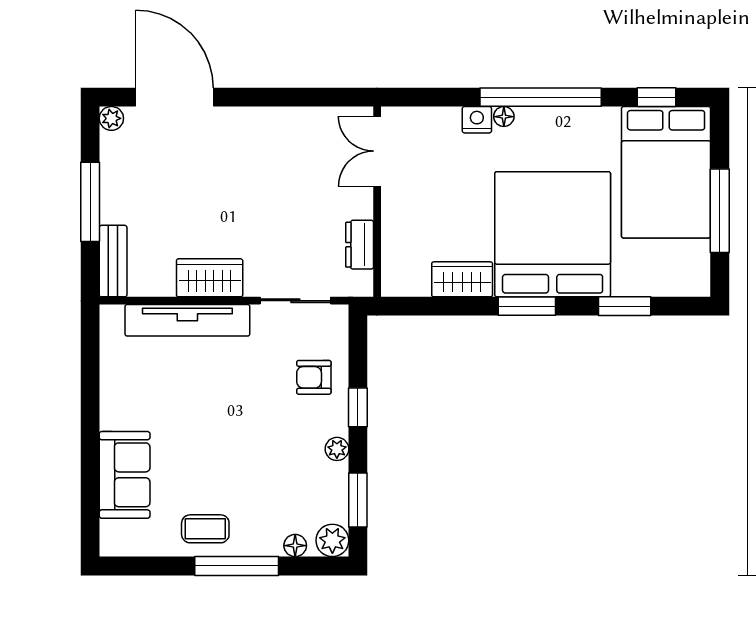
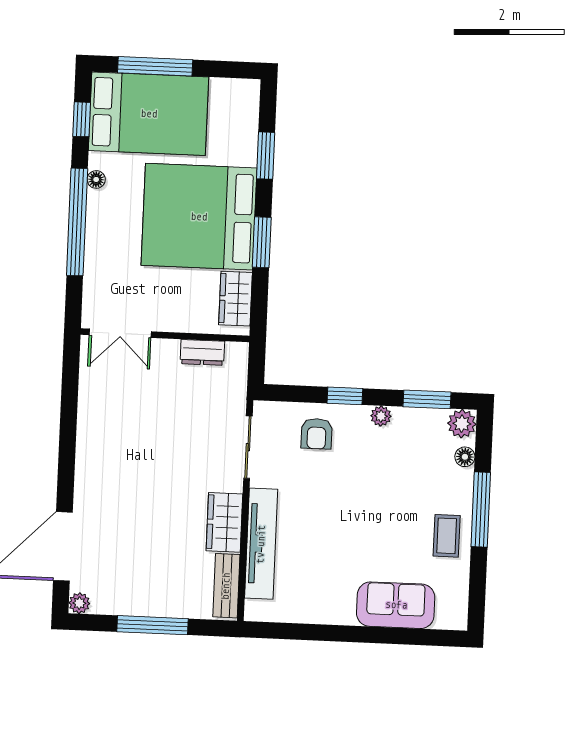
floor lamp: (504, 117) -> (96, 179), moved
nightstand: (477, 120) -> (95, 279), removed
double door: (377, 151) -> (120, 333), moved
wall: (377, 202) -> (165, 335), moved
window: (720, 211) -> (155, 66), moved
dresser: (360, 245) -> (202, 352), moved
bench: (113, 261) -> (226, 586), moved, turned 90

